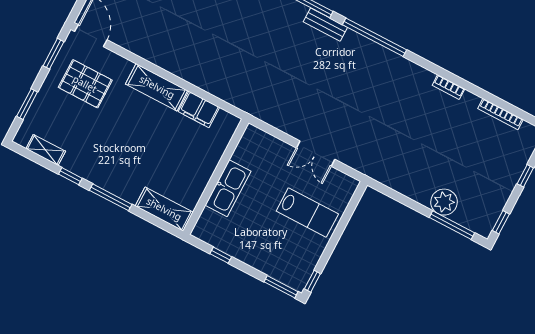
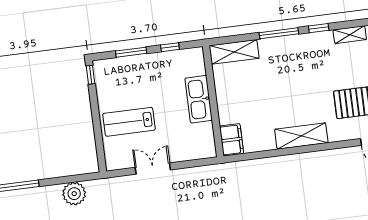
filing cabinet: (199, 110) -> (232, 140), moved, turned 90
plant: (444, 202) -> (74, 194), moved
window: (281, 287) -> (131, 52), moved

